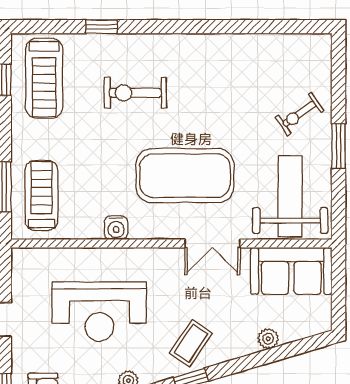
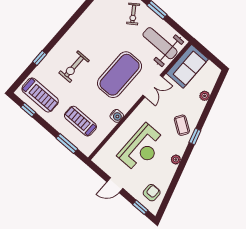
treadmill: (41, 195) -> (80, 121), moved

